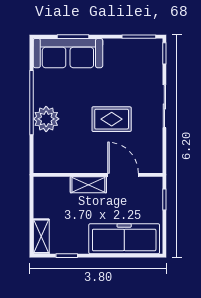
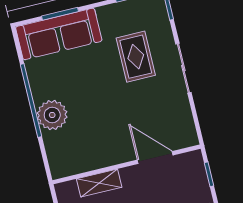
rug: (112, 119) -> (136, 57), moved, turned 90
shelving: (88, 185) -> (99, 183), moved

